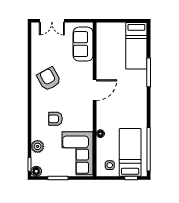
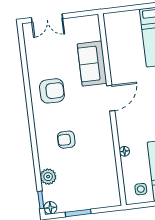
sofa: (83, 44) -> (92, 64), moved
armchair: (49, 79) -> (52, 91), turned 119
corner sofa: (78, 153) -> (99, 179), removed

